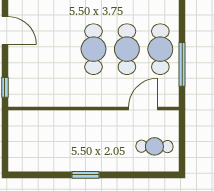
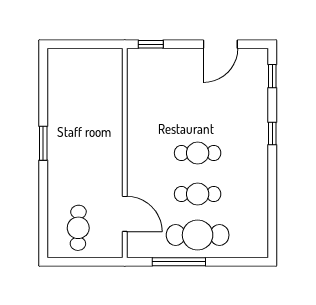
cafe table: (94, 49) -> (198, 153), width x0.73, depth x0.74
cafe table: (127, 49) -> (198, 194), width x0.73, depth x0.74

